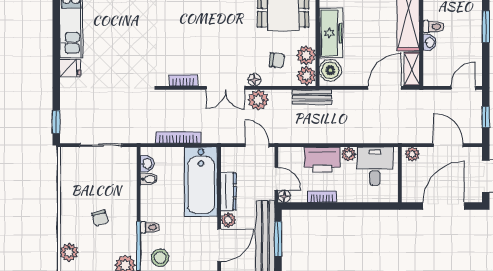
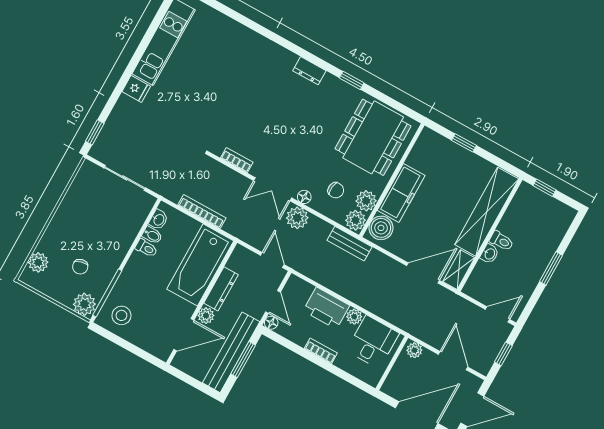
bookcase: (322, 197) -> (321, 351), moved
chair: (100, 218) -> (80, 267), moved
toilet: (150, 227) -> (146, 248), moved

